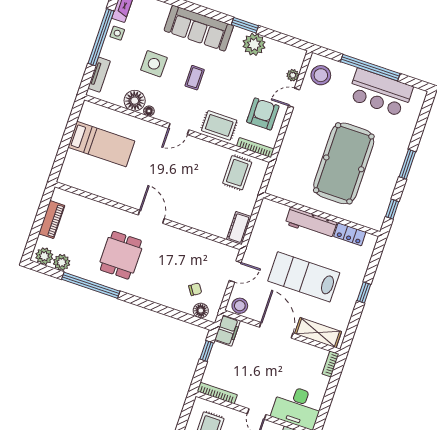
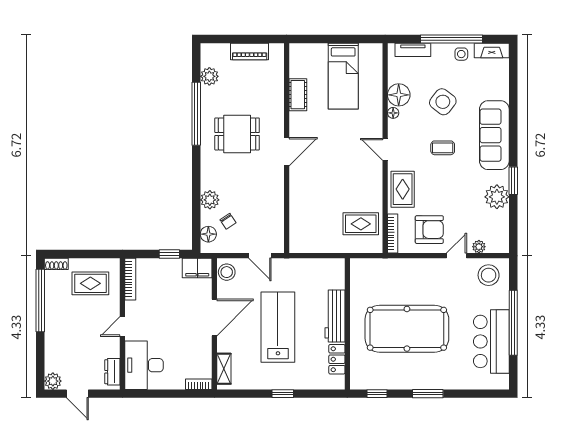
side table: (154, 64) -> (443, 102), turned 37
door: (294, 98) -> (456, 256), hinge flipped
cot: (239, 228) -> (298, 95), moved, turned 90
plant: (44, 256) -> (210, 200), moved
shelving: (318, 333) -> (224, 369), width x0.67, depth x0.75

